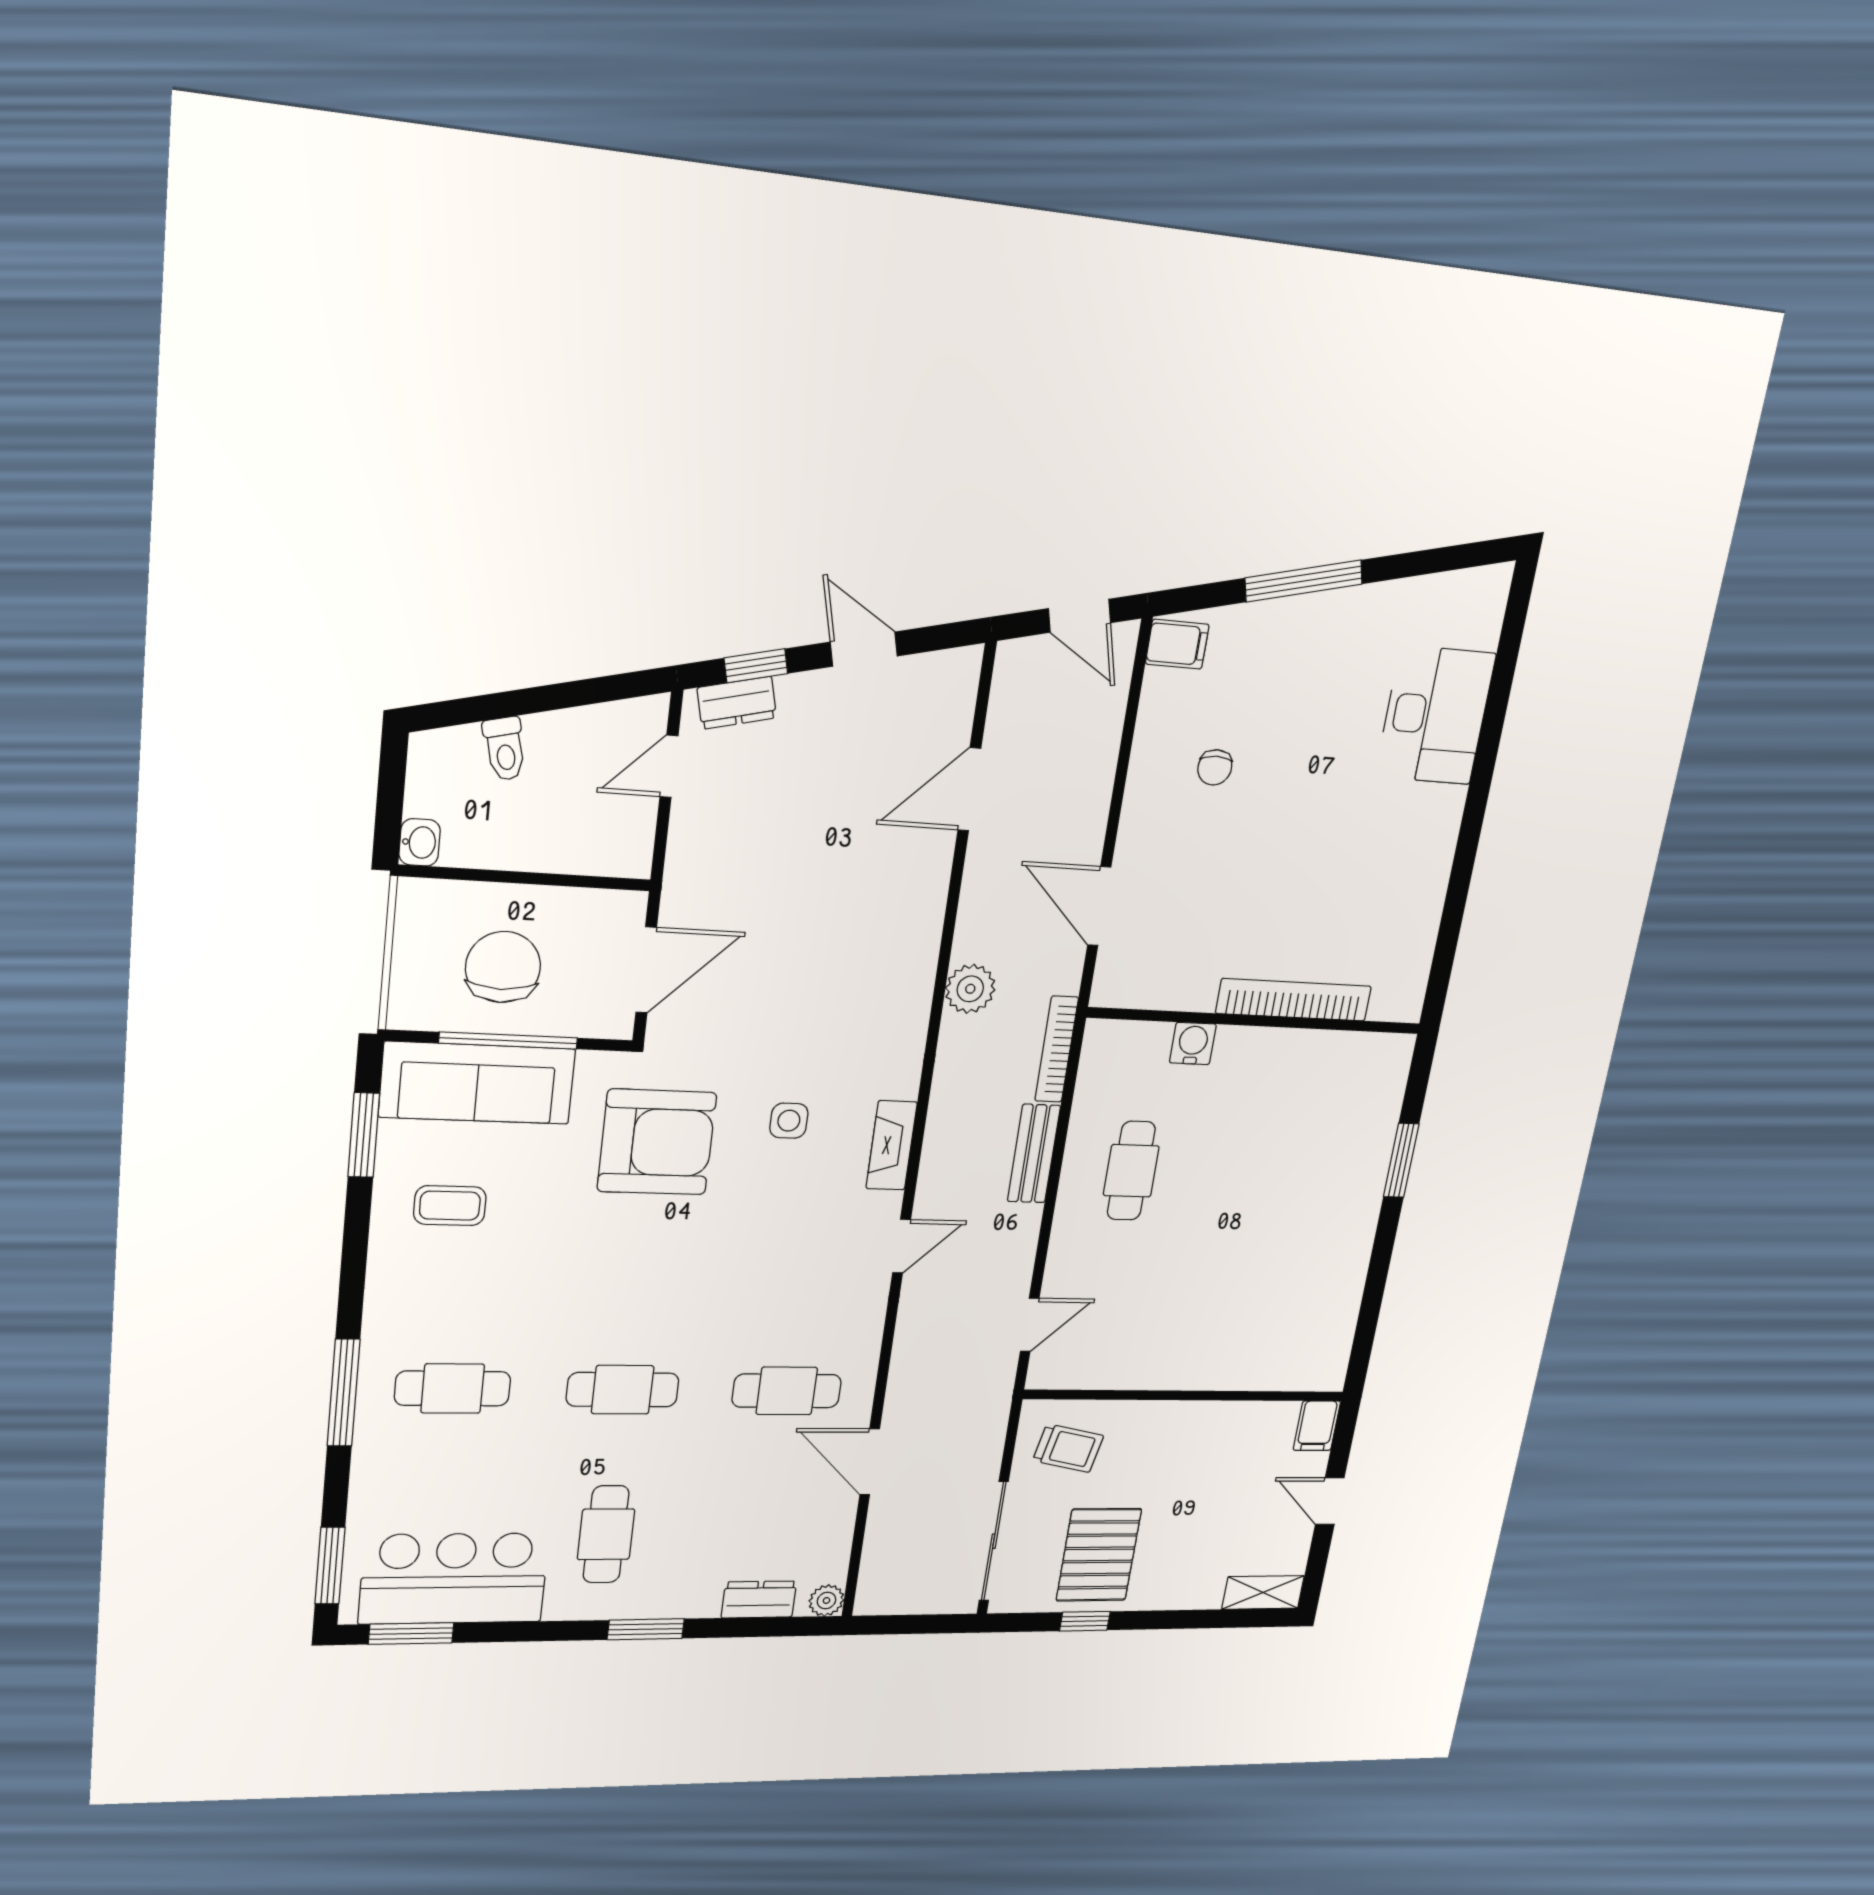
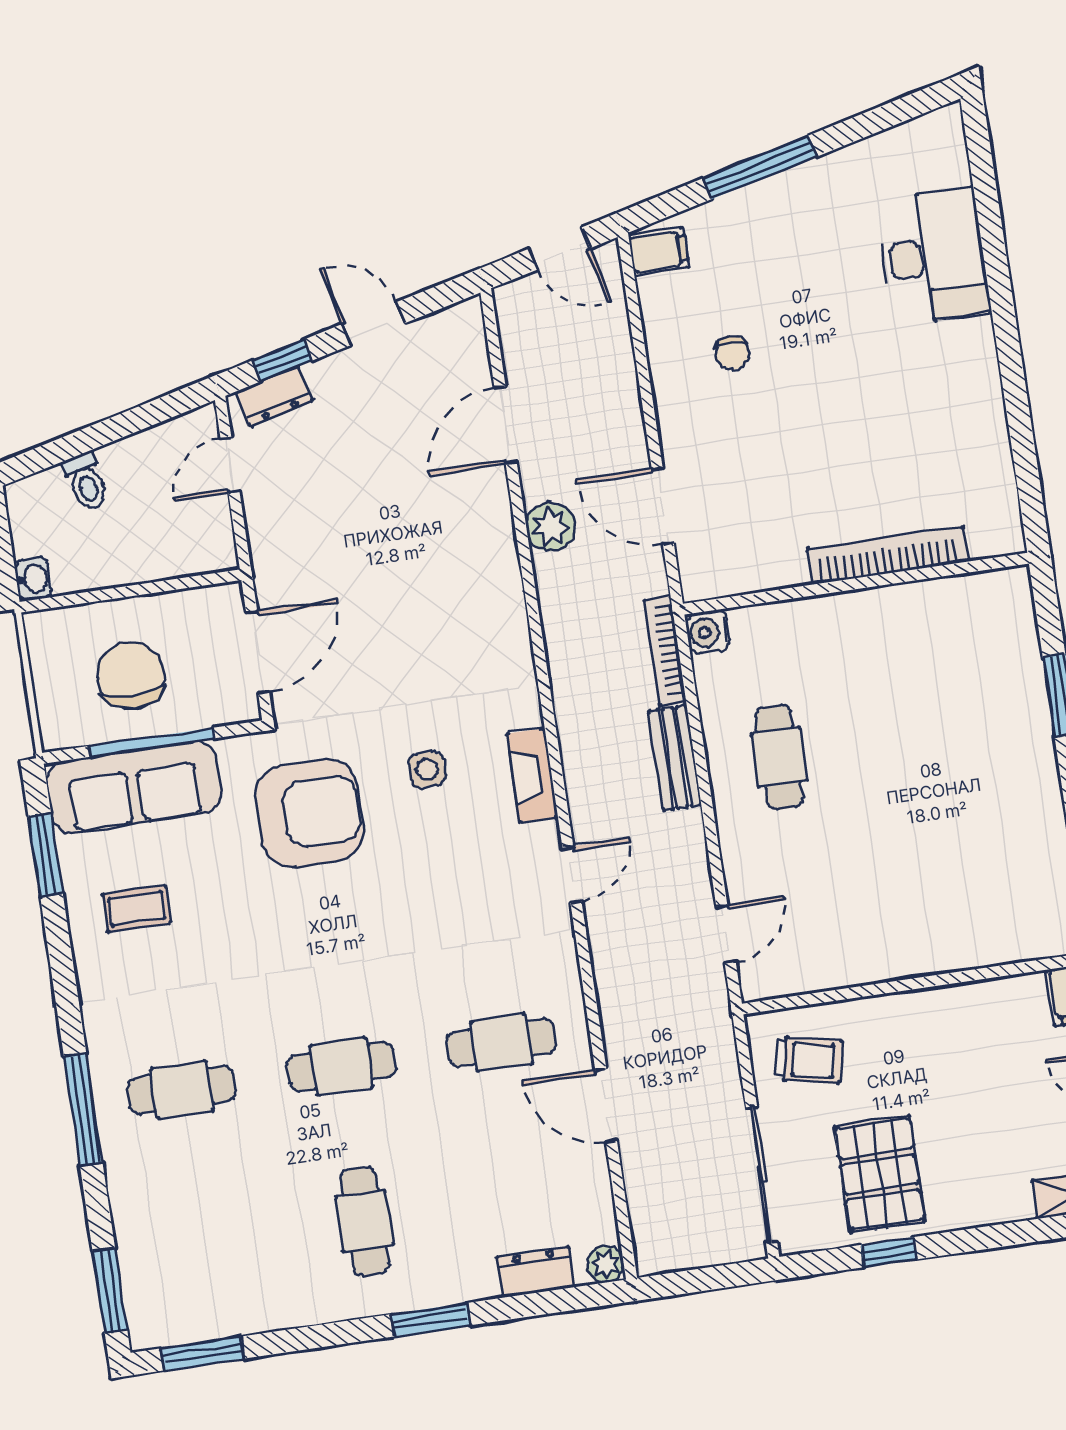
plant: (970, 989) -> (551, 527), moved
water cooler: (1193, 1043) -> (708, 632), moved, turned -90
bar counter: (454, 1579) -> (229, 1289), removed

